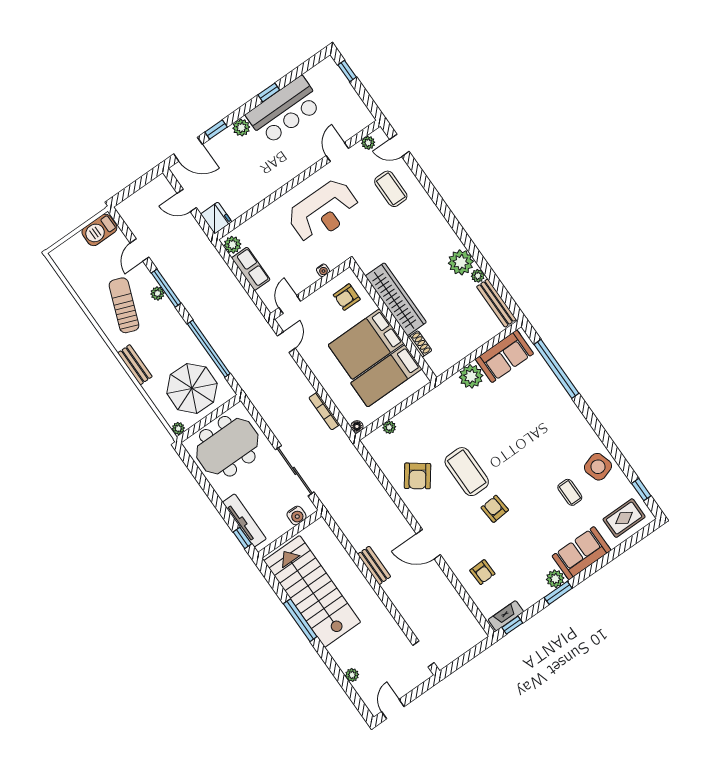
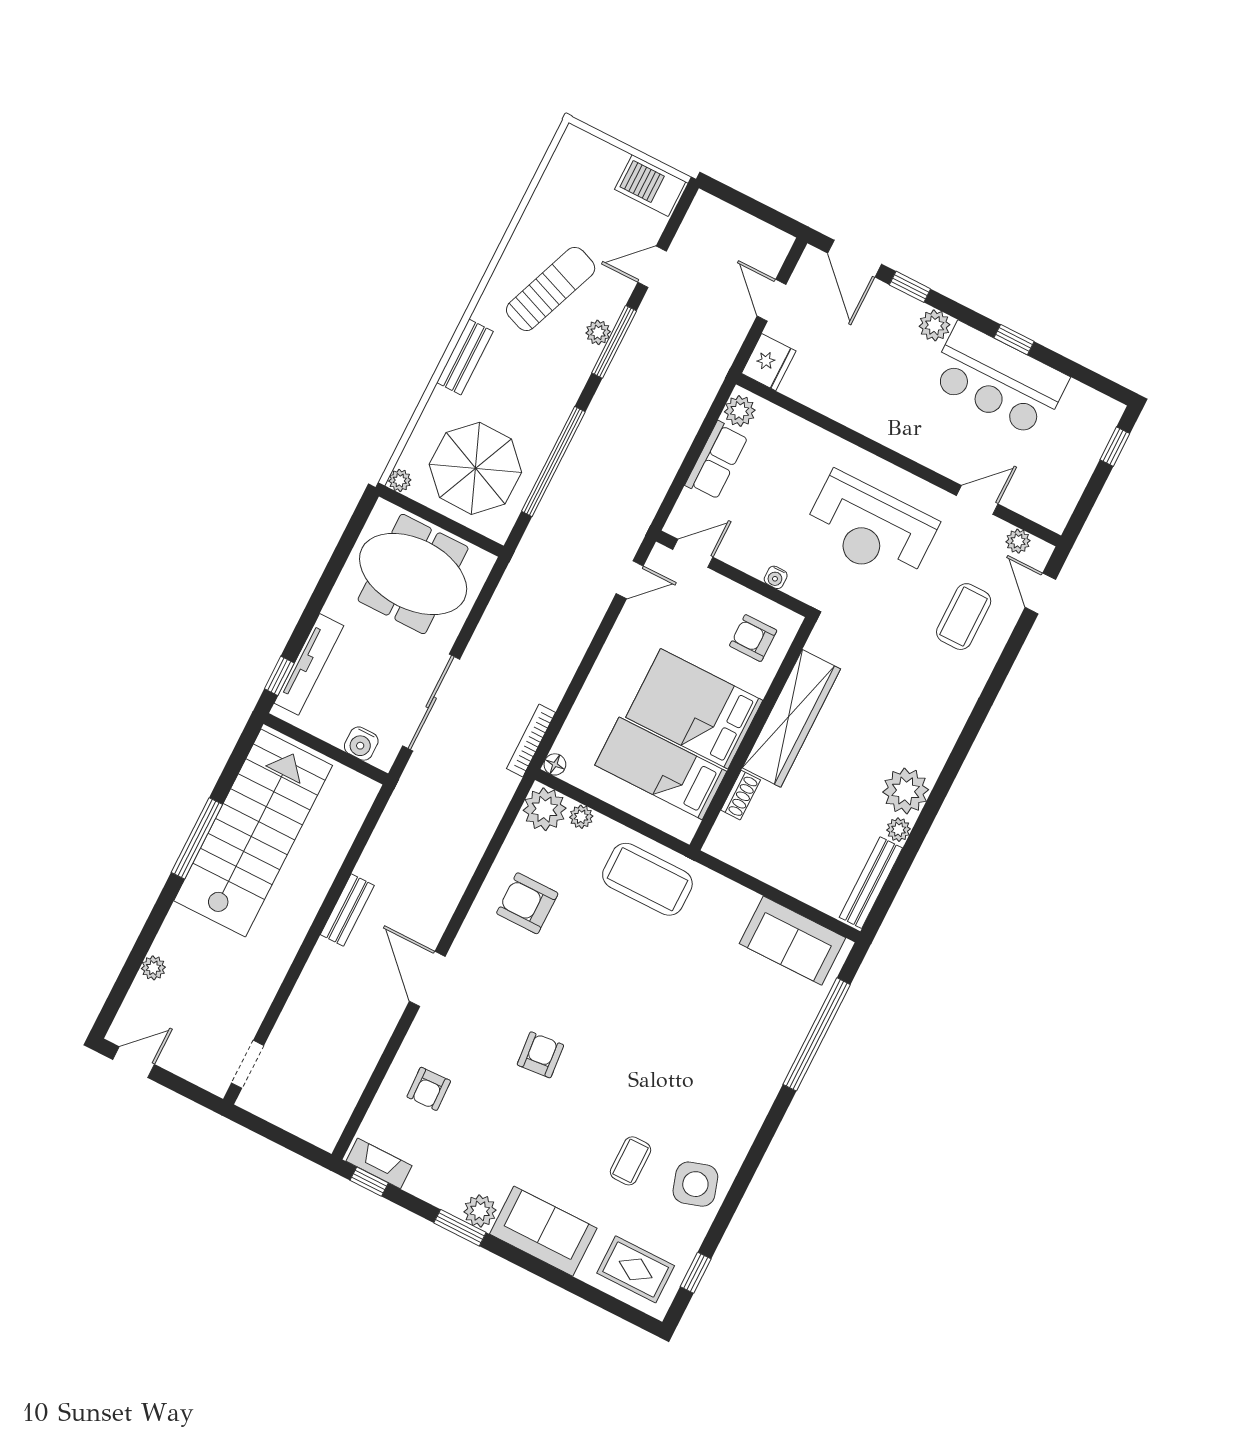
plant: (471, 376) -> (545, 809), moved
bookcase: (324, 411) -> (531, 741), moved
coffee table: (467, 472) -> (647, 879), moved, turned 90
armchair: (417, 476) -> (527, 903), turned 54

